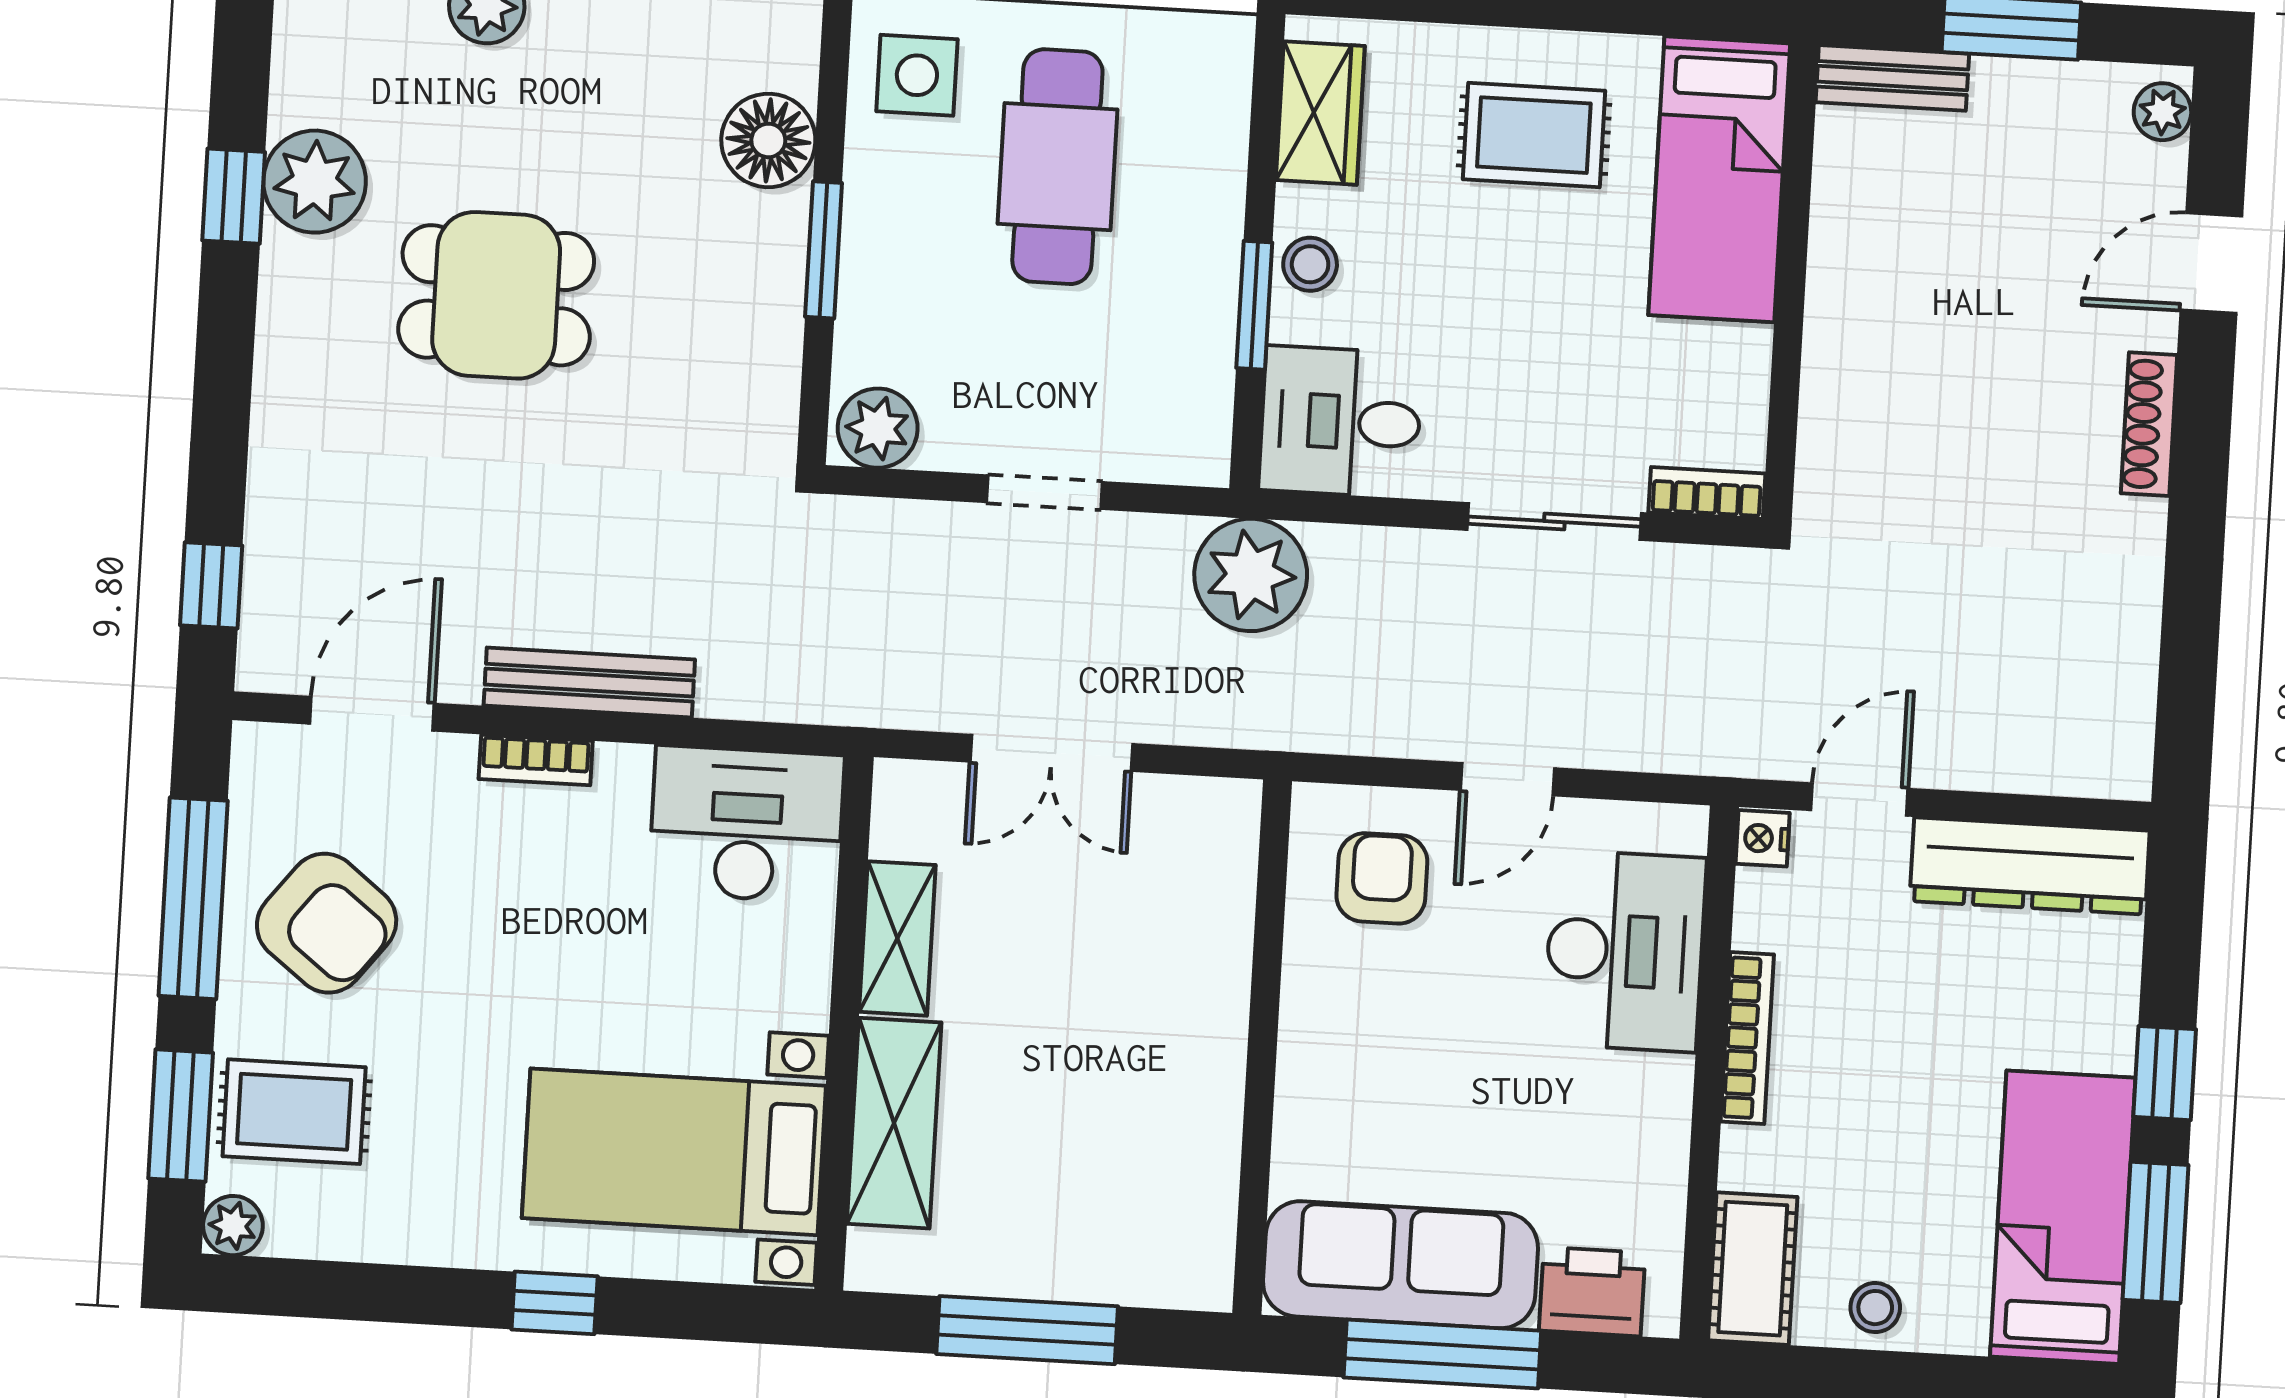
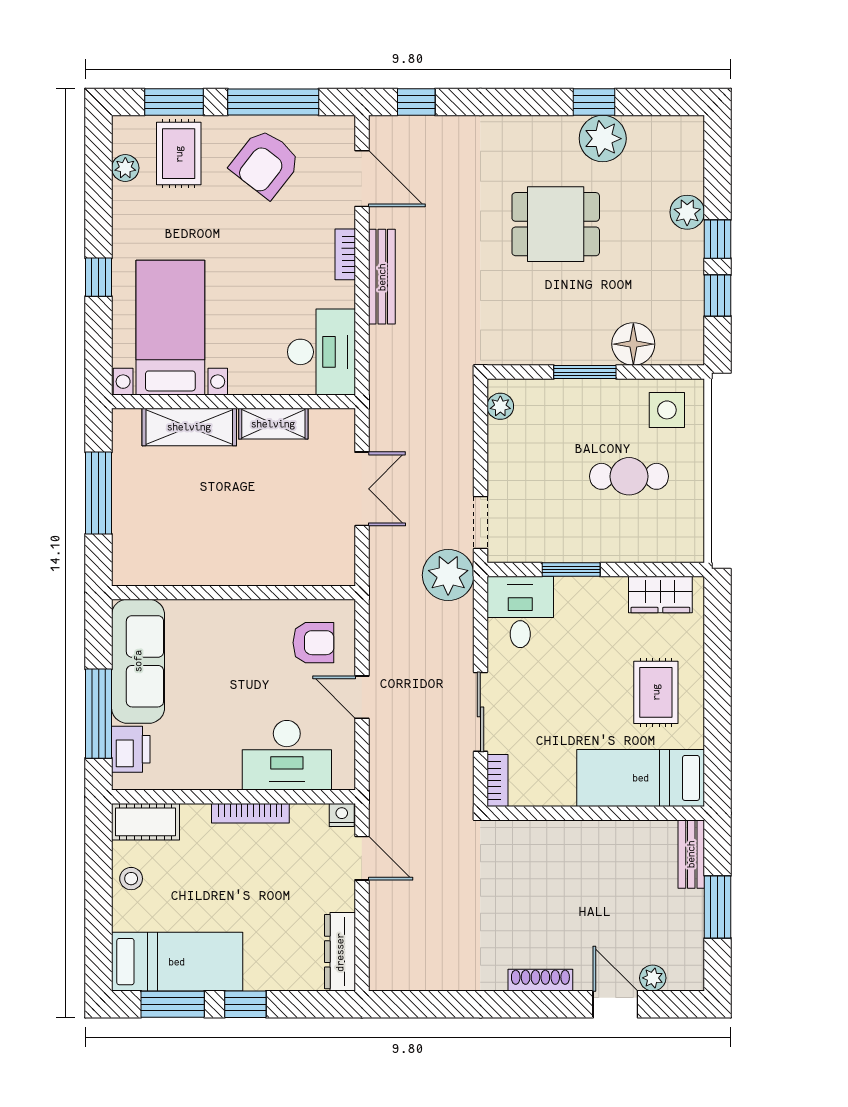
plant: (2162, 112) -> (653, 978), moved
cafe table: (1057, 167) -> (629, 476), width x0.73, depth x0.74
stool: (1310, 264) -> (591, 594), removed
dining table: (496, 295) -> (556, 224), turned 90
plant: (878, 428) -> (500, 406), width x0.73, depth x0.73
doorway: (1044, 492) -> (480, 522), moved
double door: (1051, 753) -> (362, 489), swing flipped
dresser: (2030, 866) -> (340, 952), width x0.73, depth x0.80
plant: (233, 1226) -> (125, 168), moved
window: (1442, 1354) -> (99, 714), moved

